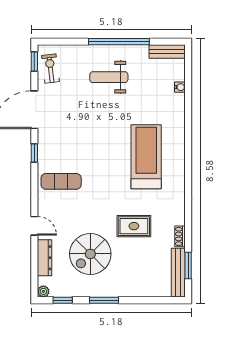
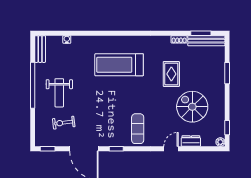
exercise bike: (50, 69) -> (64, 123), moved
spiral stairs: (90, 254) -> (192, 107), turned 180
dresser: (45, 258) -> (191, 141), width x0.70
window: (104, 300) -> (227, 73), moved

